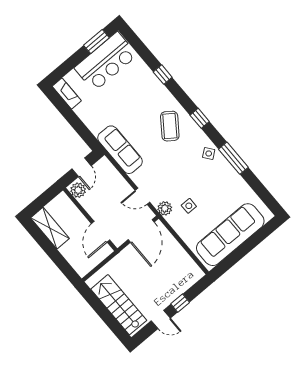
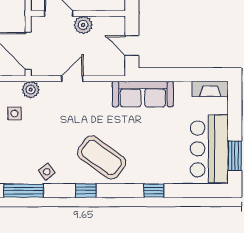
coffee table: (170, 126) -> (102, 157), width x1.36, depth x1.32
sofa: (120, 150) -> (143, 94), moved
plant: (78, 190) -> (83, 25), moved
door: (142, 196) -> (72, 79), moved

